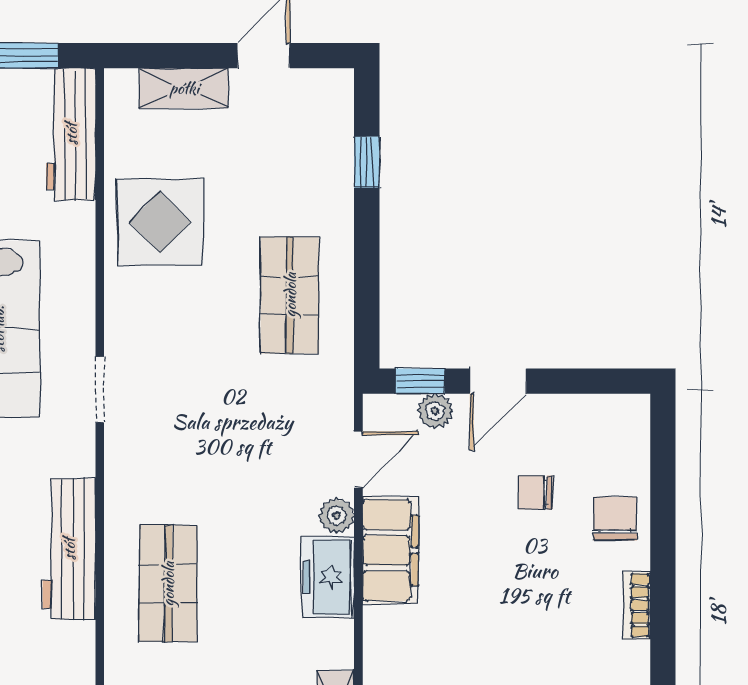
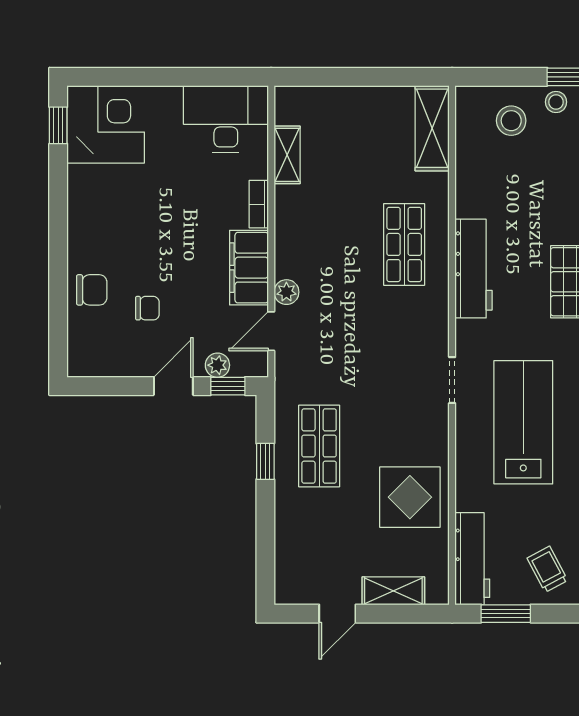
window: (367, 162) -> (265, 461), moved
chair: (615, 519) -> (92, 290), turned -90
freezer: (328, 577) -> (293, 249), removed
bookcase: (637, 605) -> (259, 204), moved, turned 180

